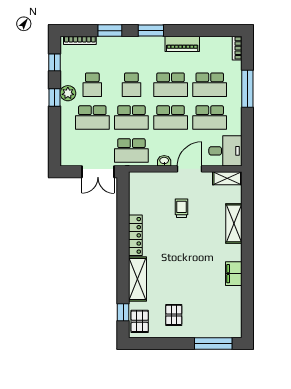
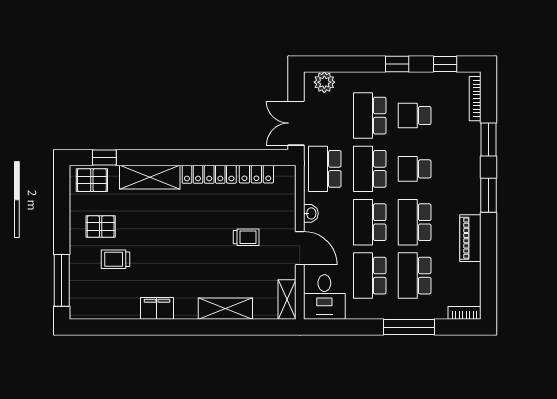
plant: (68, 93) -> (324, 82), moved
locker: (135, 201) -> (256, 174), added
trolley: (198, 304) -> (116, 259), added

